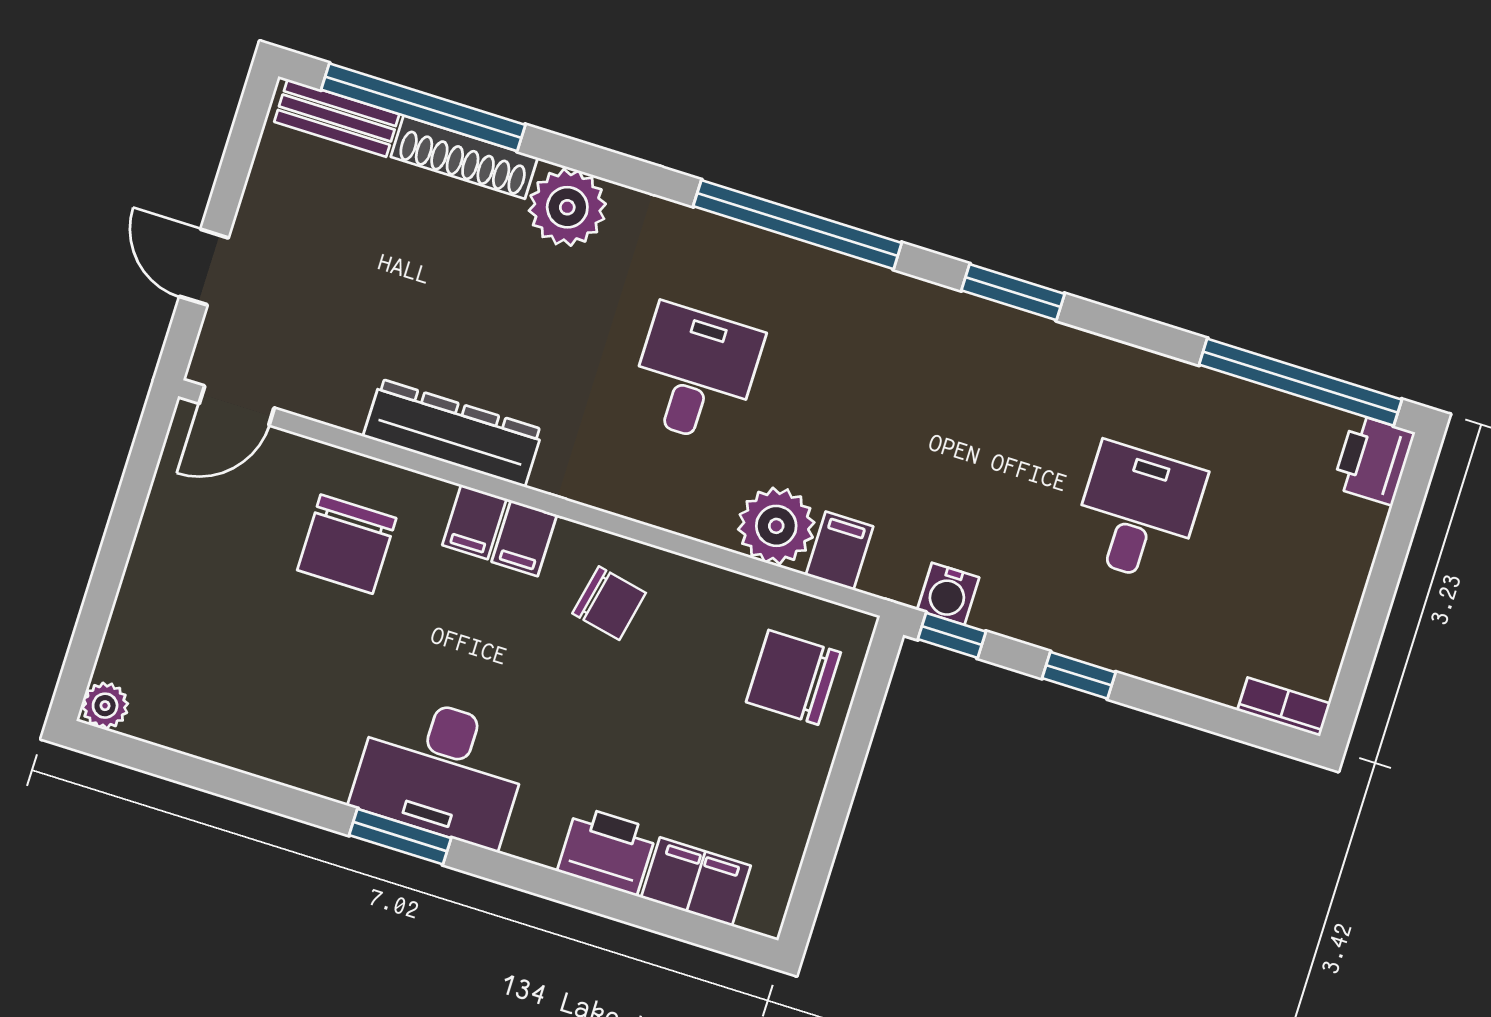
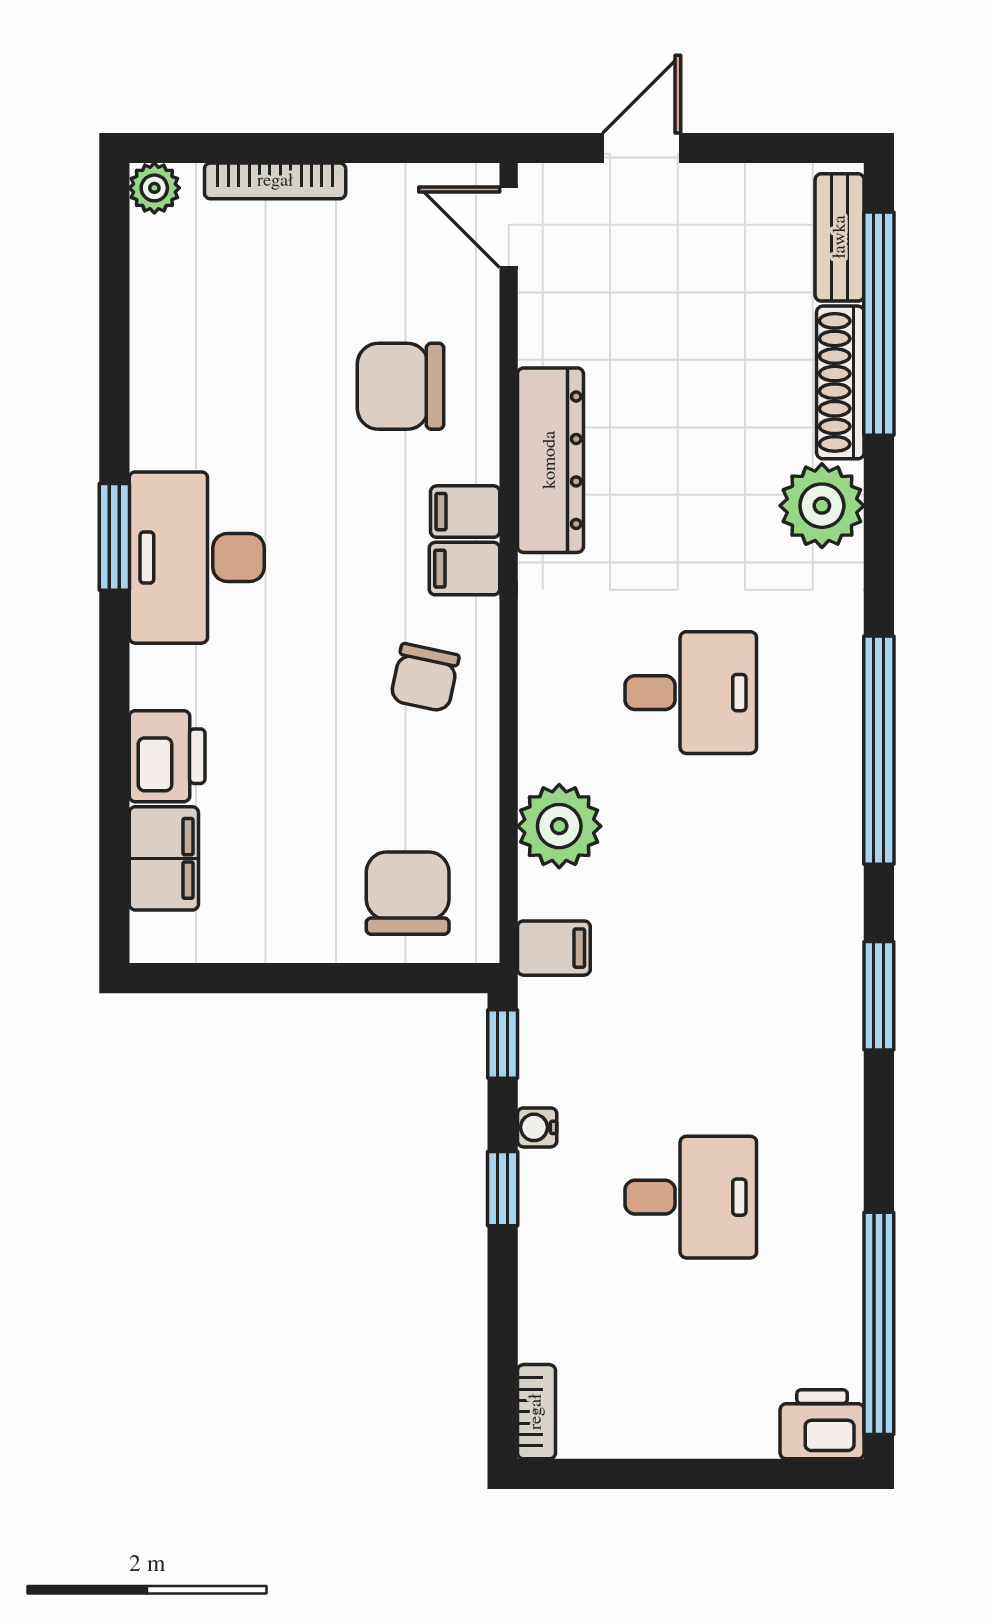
filing cabinet: (839, 551) -> (554, 948), moved
water cooler: (948, 594) -> (537, 1127), moved, width x0.72, depth x0.72
bookcase: (132, 598) -> (275, 181), added

